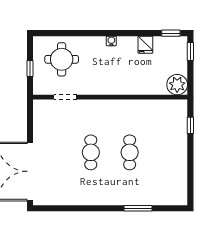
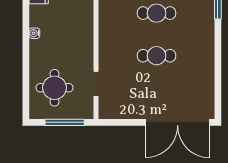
window: (30, 69) -> (65, 122), width x2.17

